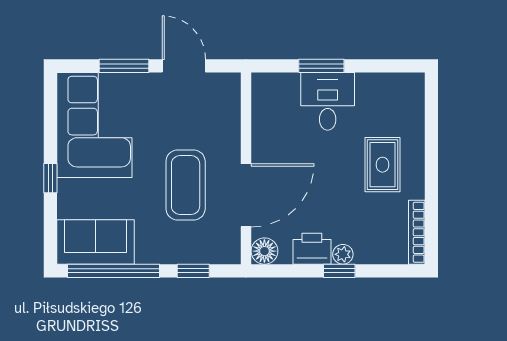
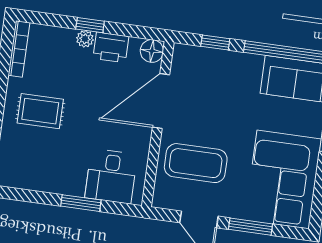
desk: (328, 101) -> (111, 176), moved
rug: (382, 165) -> (40, 111), turned 90
coffee table: (186, 185) -> (196, 163), moved, turned 90

